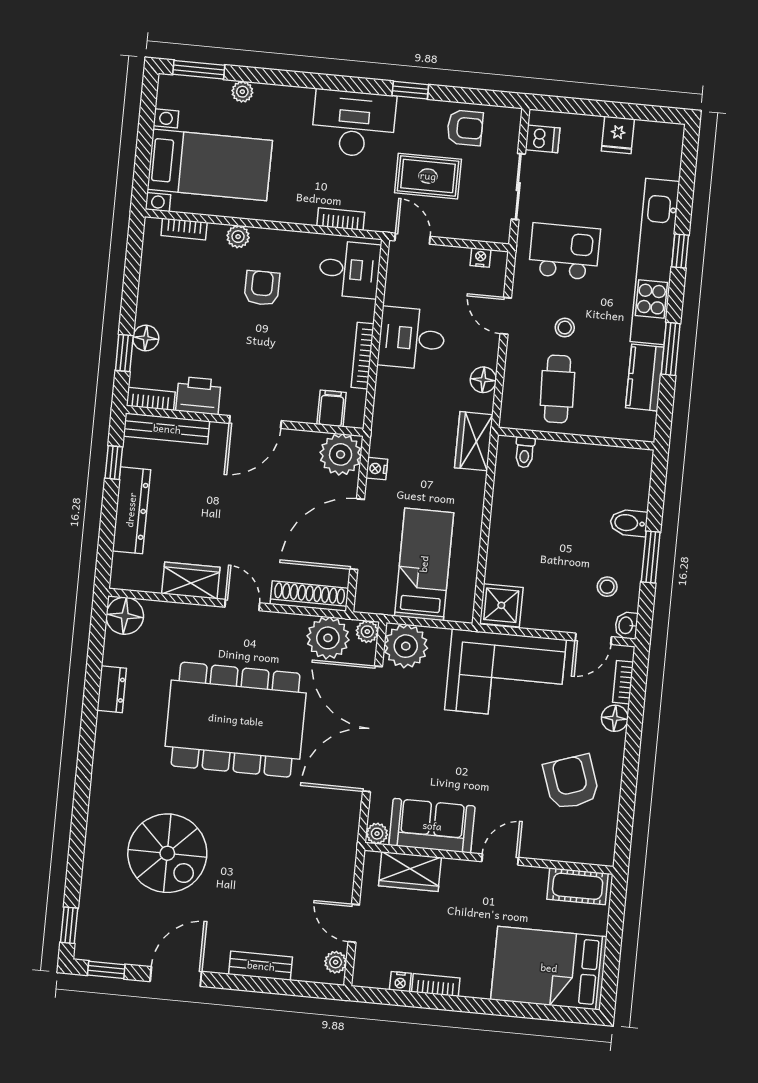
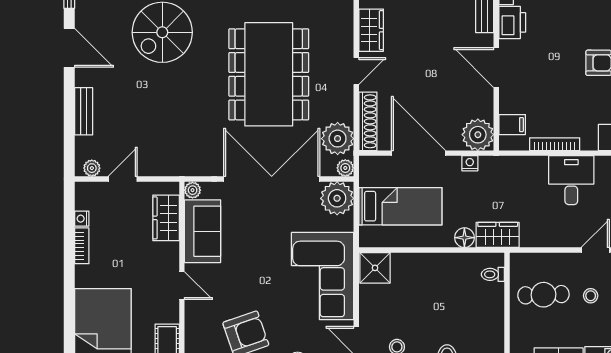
floor lamp: (483, 380) -> (464, 238), moved

